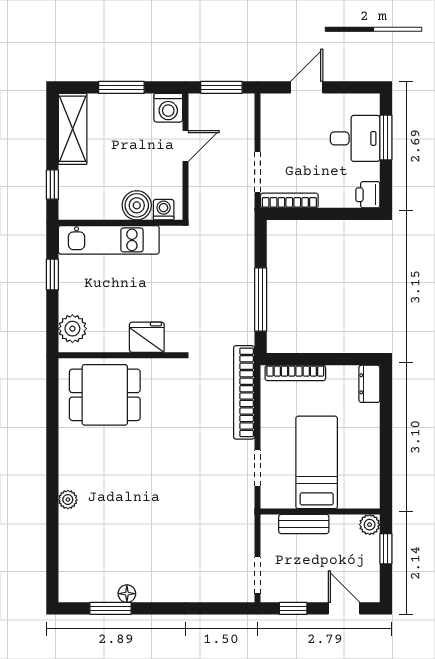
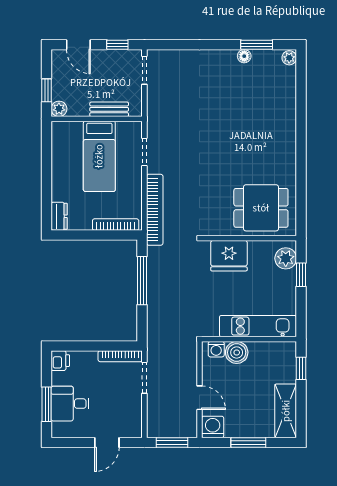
door: (185, 146) -> (200, 398), swing flipped
window: (52, 275) -> (301, 275), moved
fridge: (147, 337) -> (229, 256), width x1.36, depth x1.34
plant: (68, 500) -> (289, 58), moved

